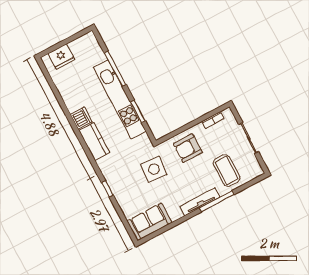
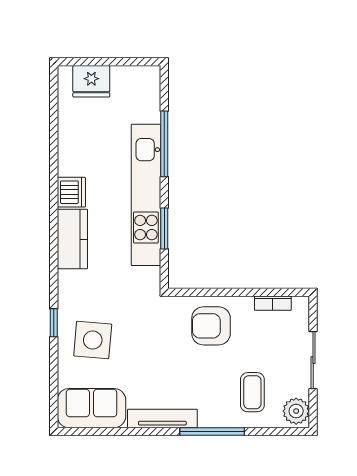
plant: (254, 168) -> (296, 411), added
side table: (154, 169) -> (93, 340), moved
coffee table: (227, 171) -> (252, 392), width x0.73, depth x0.77
tv unit: (200, 202) -> (162, 418), moved

